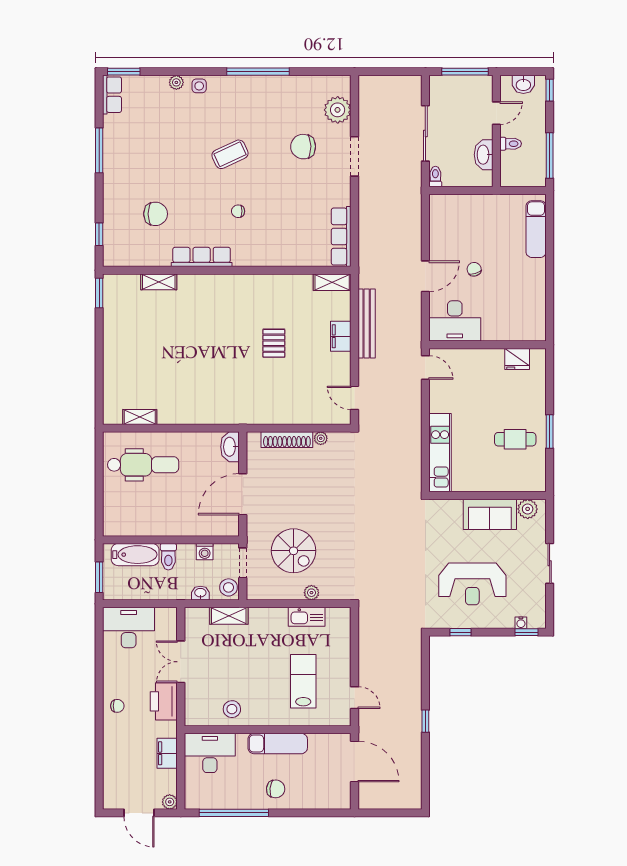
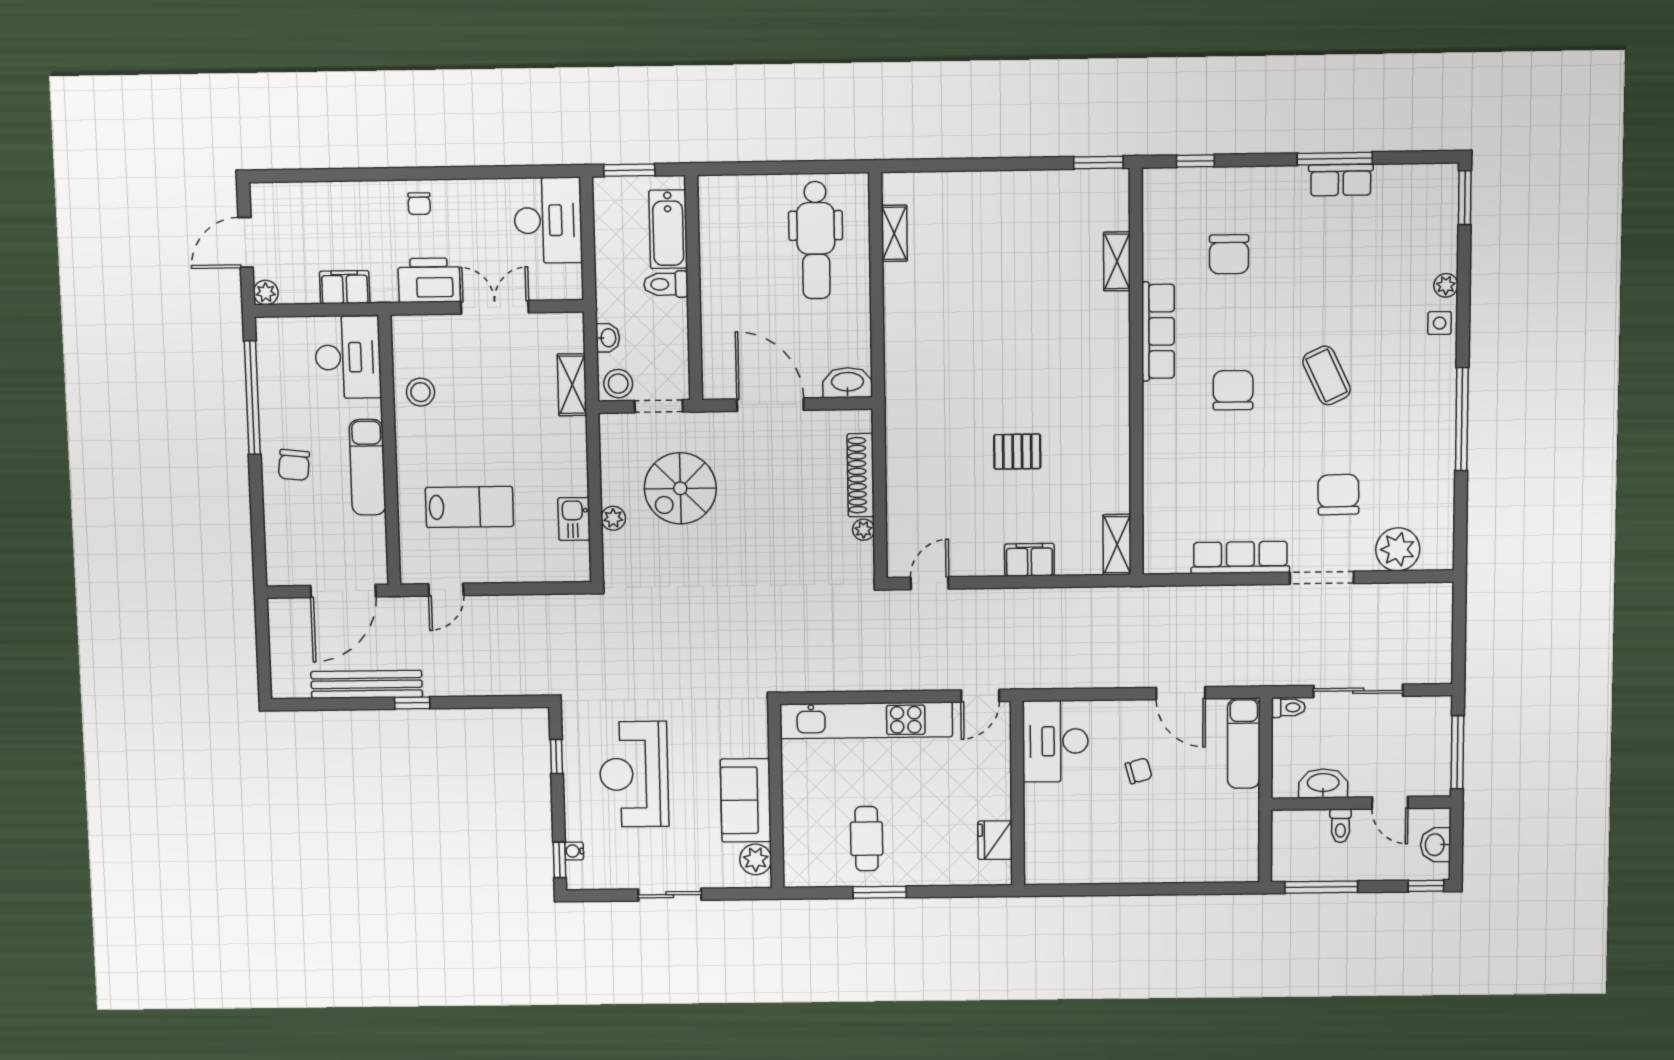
row of seats: (112, 95) -> (1341, 180), moved
chair: (238, 211) -> (1233, 390), width x1.87, depth x1.87
exam couch: (536, 229) -> (1244, 743), moved, turned -90
row of seats: (341, 237) -> (1240, 557), moved
door: (425, 276) -> (1181, 693), moved
bench: (367, 324) -> (367, 684), moved
kitchen unit: (440, 453) -> (866, 720), width x1.36
washing machine: (205, 552) -> (676, 344), removed
kitchen sink: (307, 617) -> (574, 519), width x0.73

